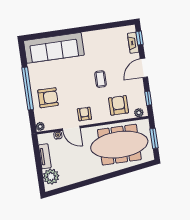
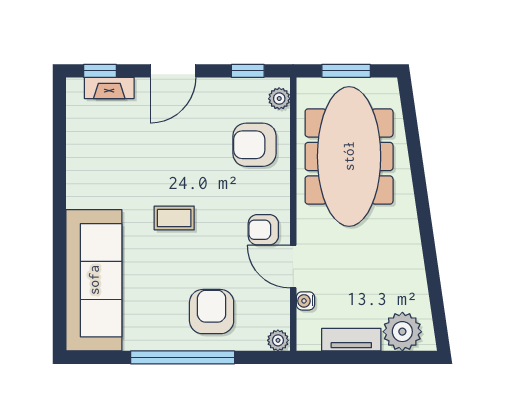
door: (144, 68) -> (173, 71), hinge flipped
coffee table: (101, 79) -> (174, 218), moved
door: (71, 128) -> (293, 267), swing flipped

